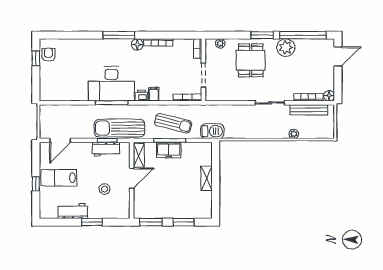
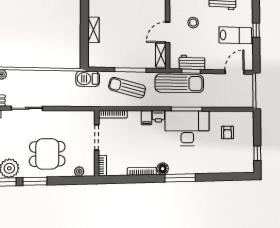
armchair: (48, 55) -> (228, 133), moved
dining table: (251, 60) -> (47, 154), turned 90
freezer: (169, 150) -> (131, 60), removed

